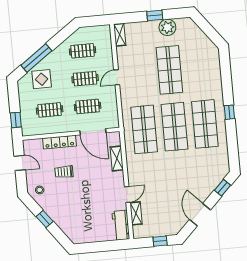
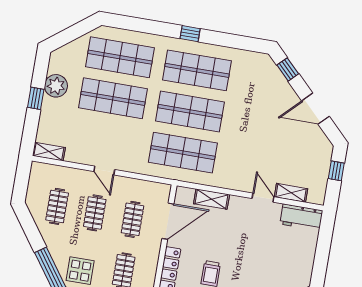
shop shelf: (200, 67) -> (120, 57), added

